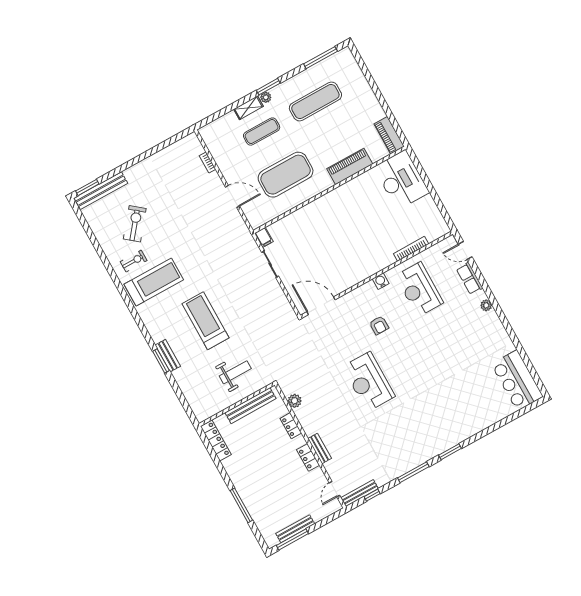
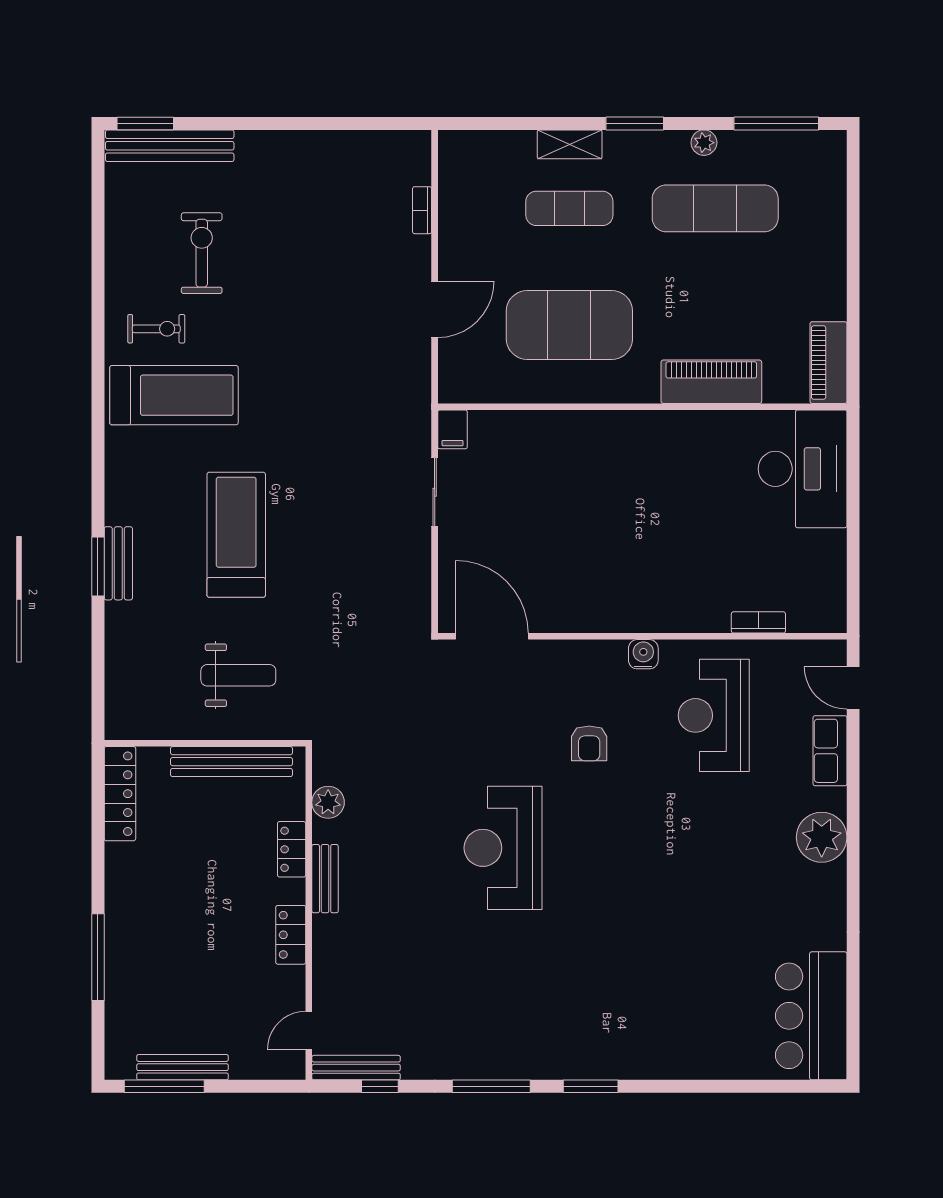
plant: (266, 97) -> (704, 143), moved
door: (232, 197) -> (435, 309), hinge flipped
exercise bike: (135, 224) -> (202, 253), turned -39
bookcase: (411, 249) -> (758, 622), width x0.64
plant: (486, 305) -> (822, 837), width x1.88, depth x1.88
bench: (320, 448) -> (325, 879), moved

